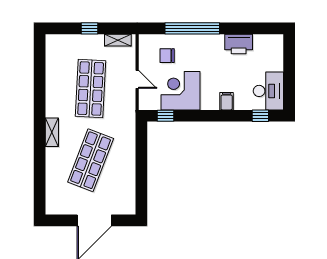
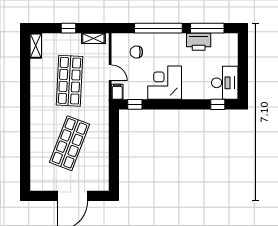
window: (248, 28) -> (207, 28), added
corner desk: (181, 91) -> (165, 83), moved
filing cabinet: (227, 101) -> (117, 92), moved
shelving: (52, 132) -> (36, 46), moved

